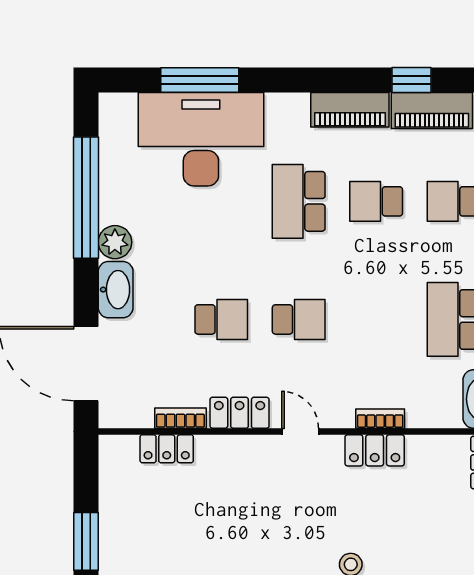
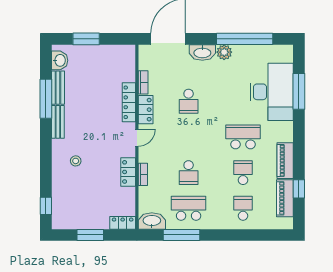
school desk: (299, 319) -> (189, 173), moved
locker: (167, 449) -> (129, 102), moved, width x1.53

